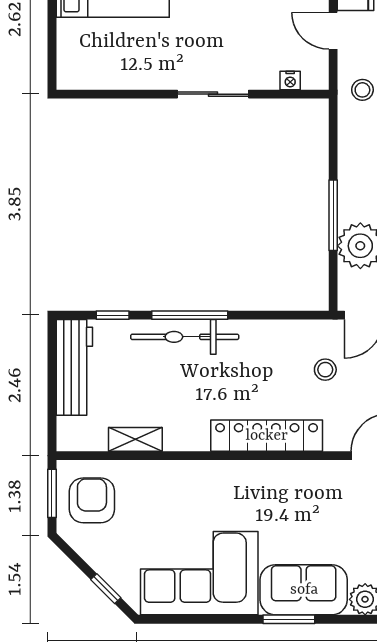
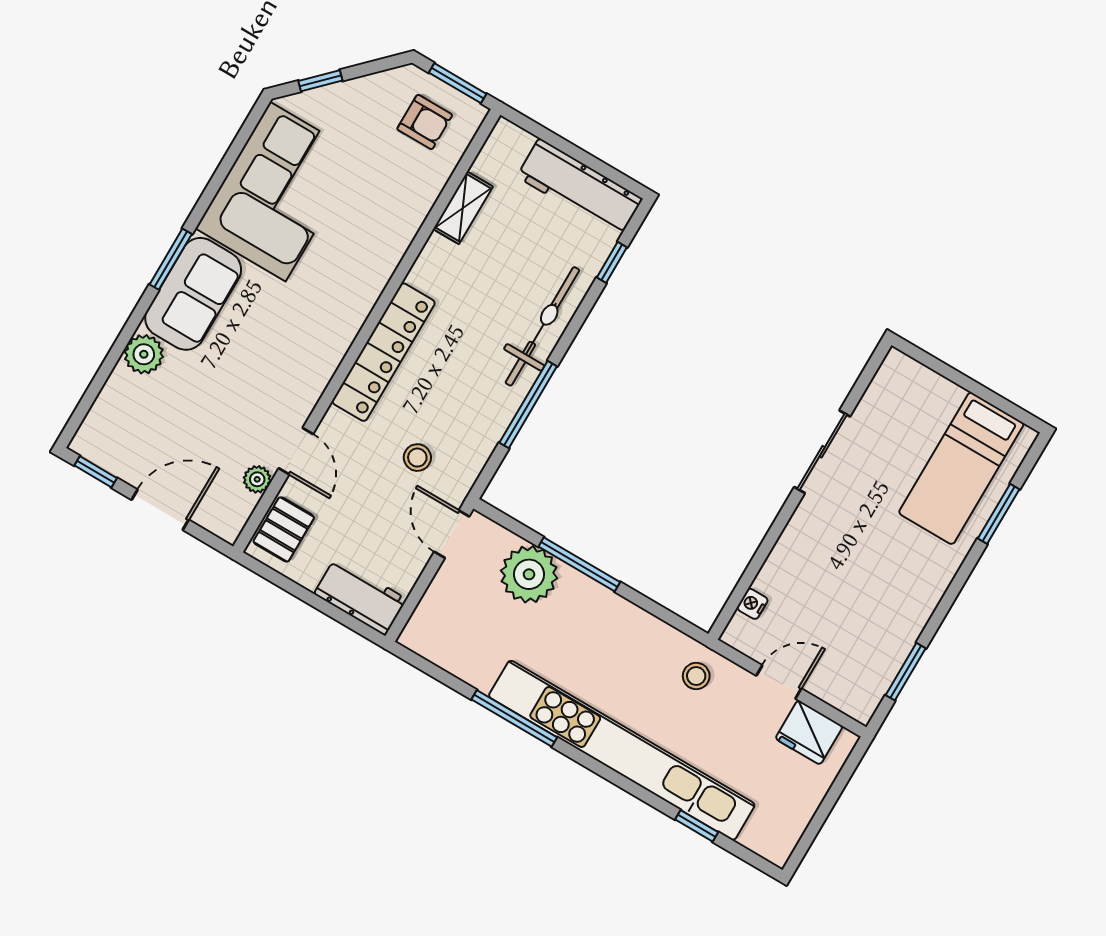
sliding door: (213, 94) -> (822, 452), moved
window: (190, 315) -> (528, 404), moved
armchair: (92, 500) -> (425, 122), width x0.72, depth x0.72

